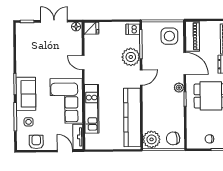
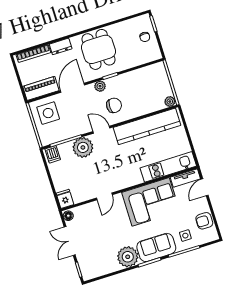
plant: (25, 67) -> (128, 257), added
kitchen unit: (92, 109) -> (168, 167), moved
chair: (173, 138) -> (114, 105), moved, turned -83
plant: (152, 139) -> (170, 102), width x0.53, depth x0.53

